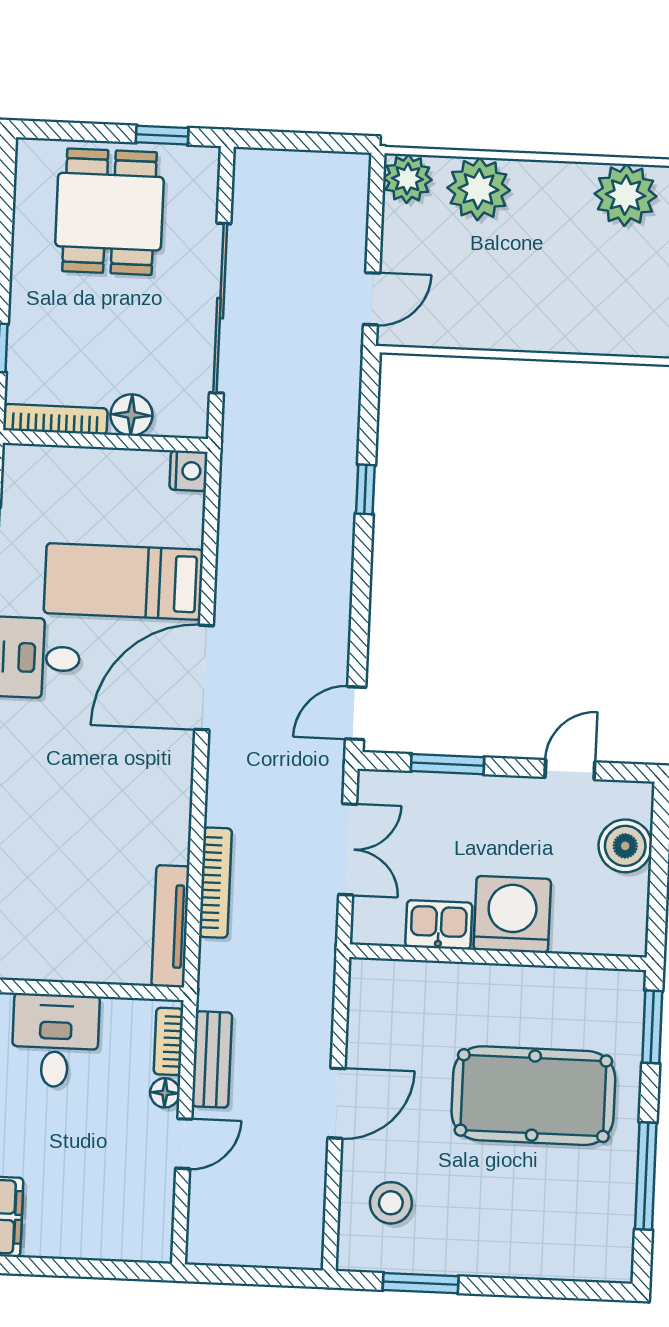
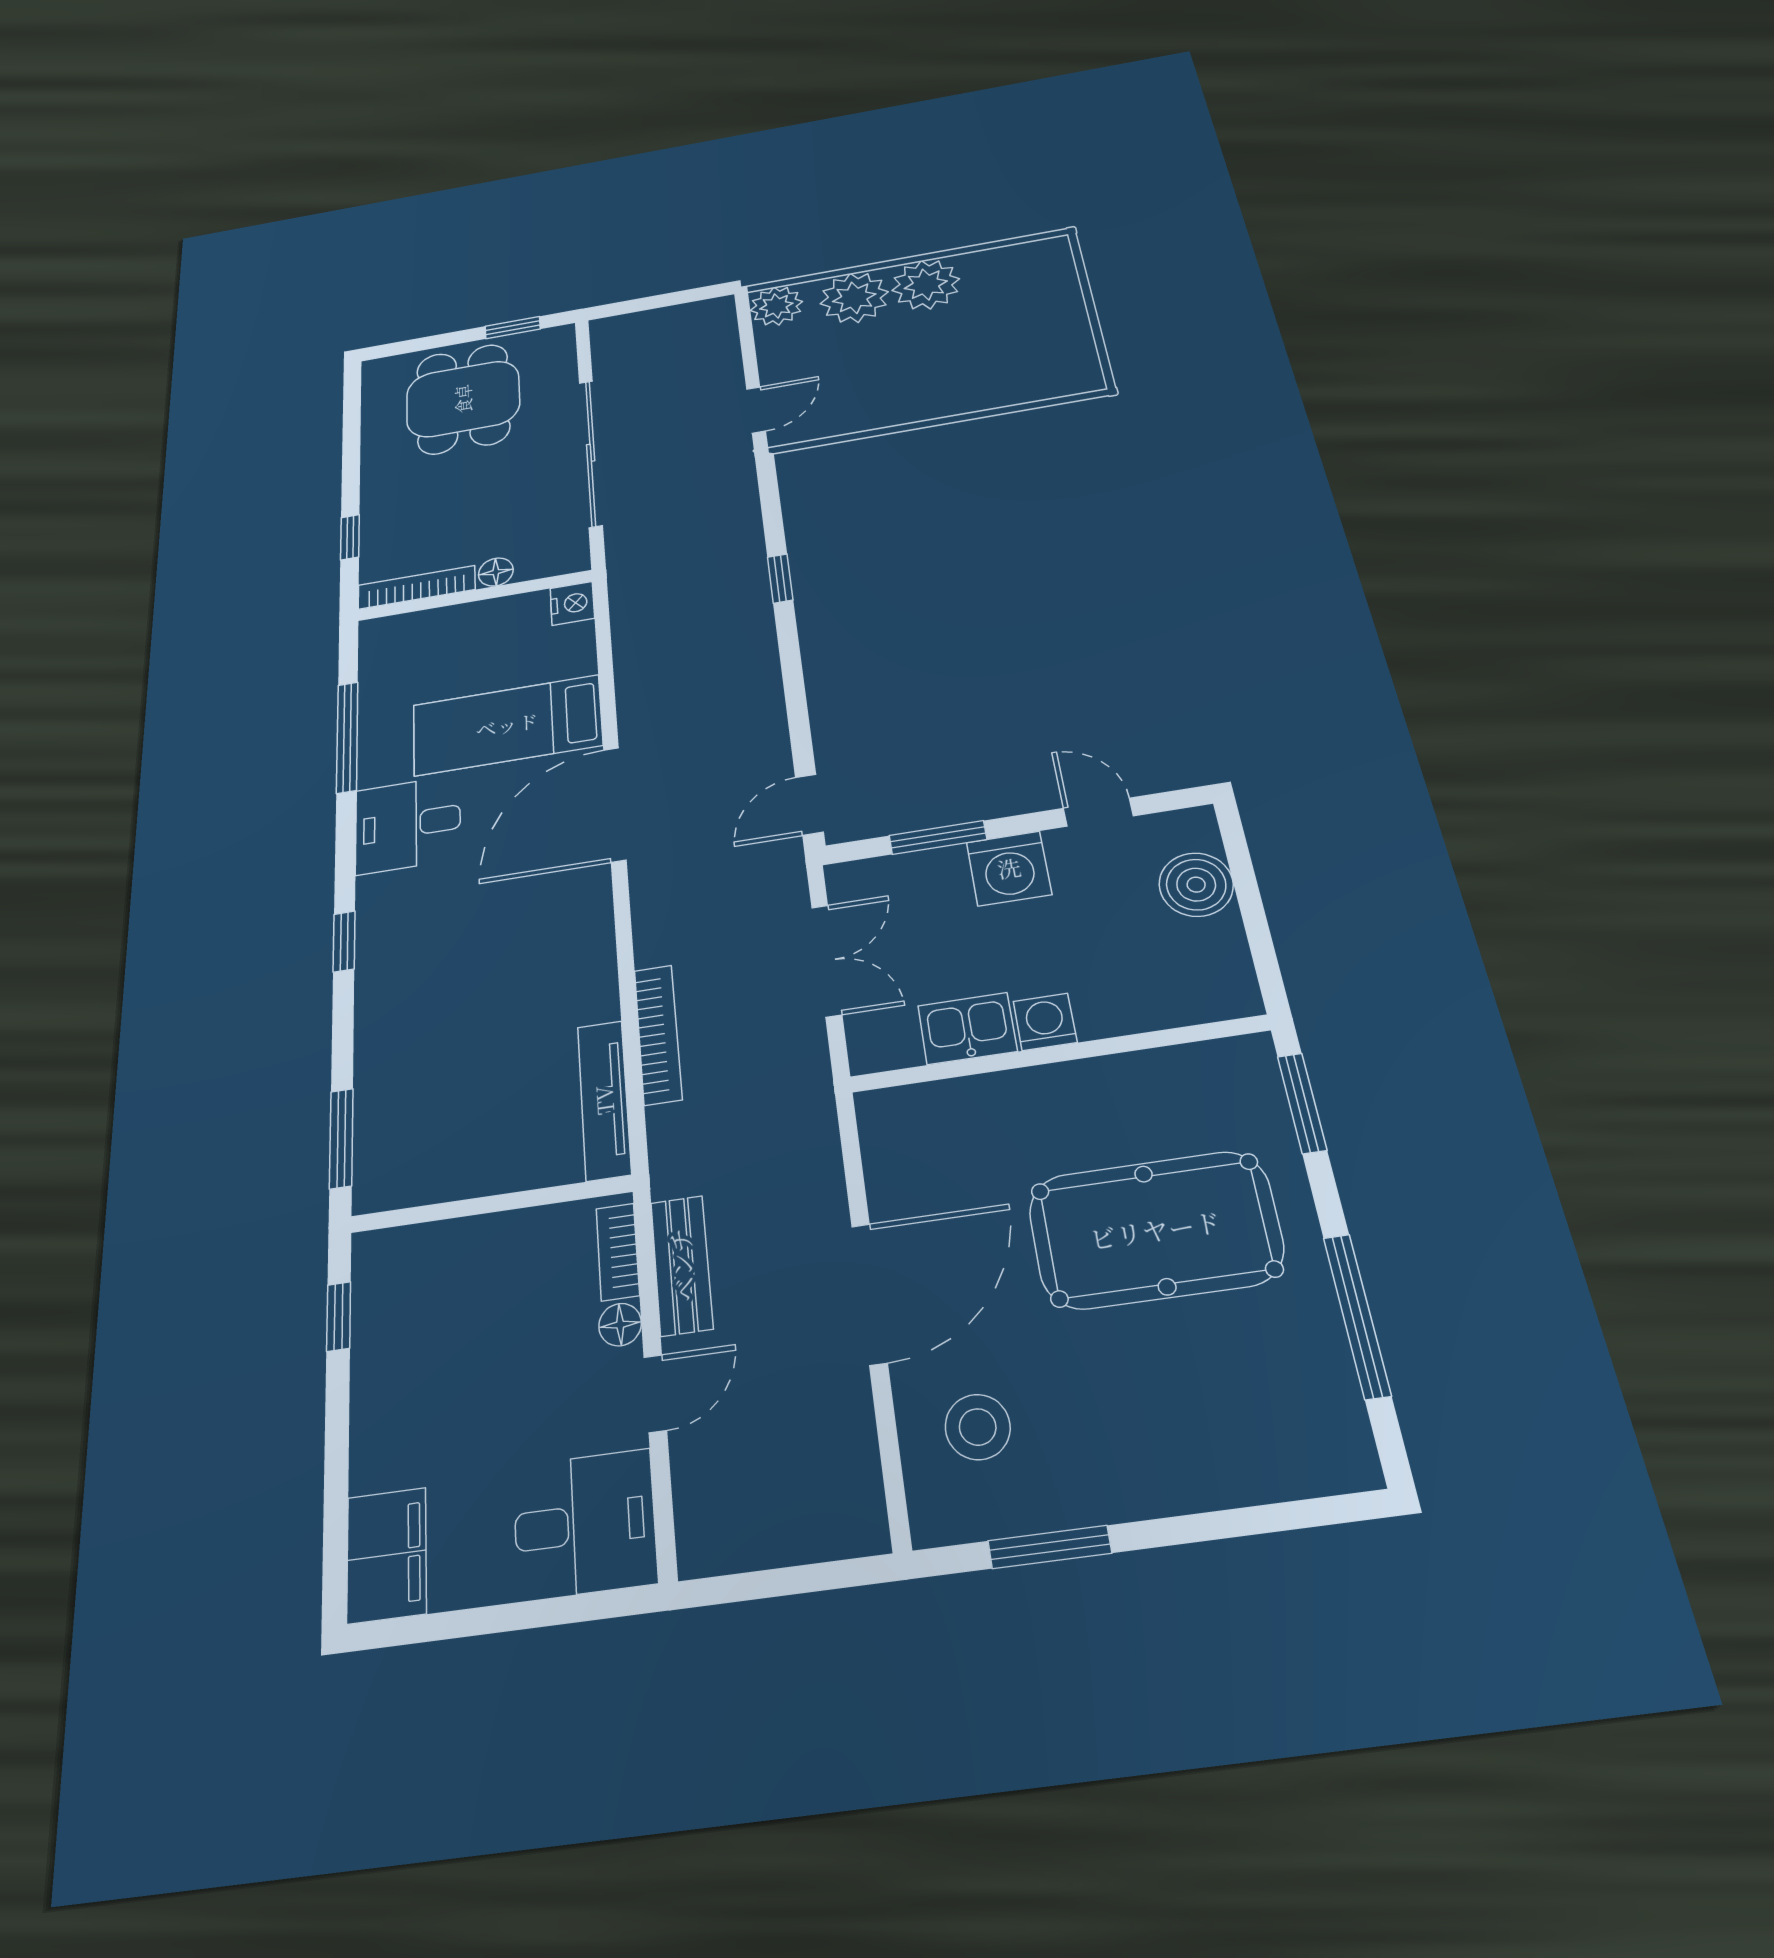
plant: (625, 195) -> (926, 285), moved
floor lamp: (131, 415) -> (496, 572), width x0.73, depth x0.73
door: (570, 770) -> (1098, 812), hinge flipped
washing machine: (494, 802) -> (1009, 868), added
washing machine: (512, 914) -> (1045, 1022), width x0.53, depth x0.53
desk: (55, 1041) -> (585, 1524), moved, turned 90
door: (336, 1103) -> (869, 1294), width x1.36

